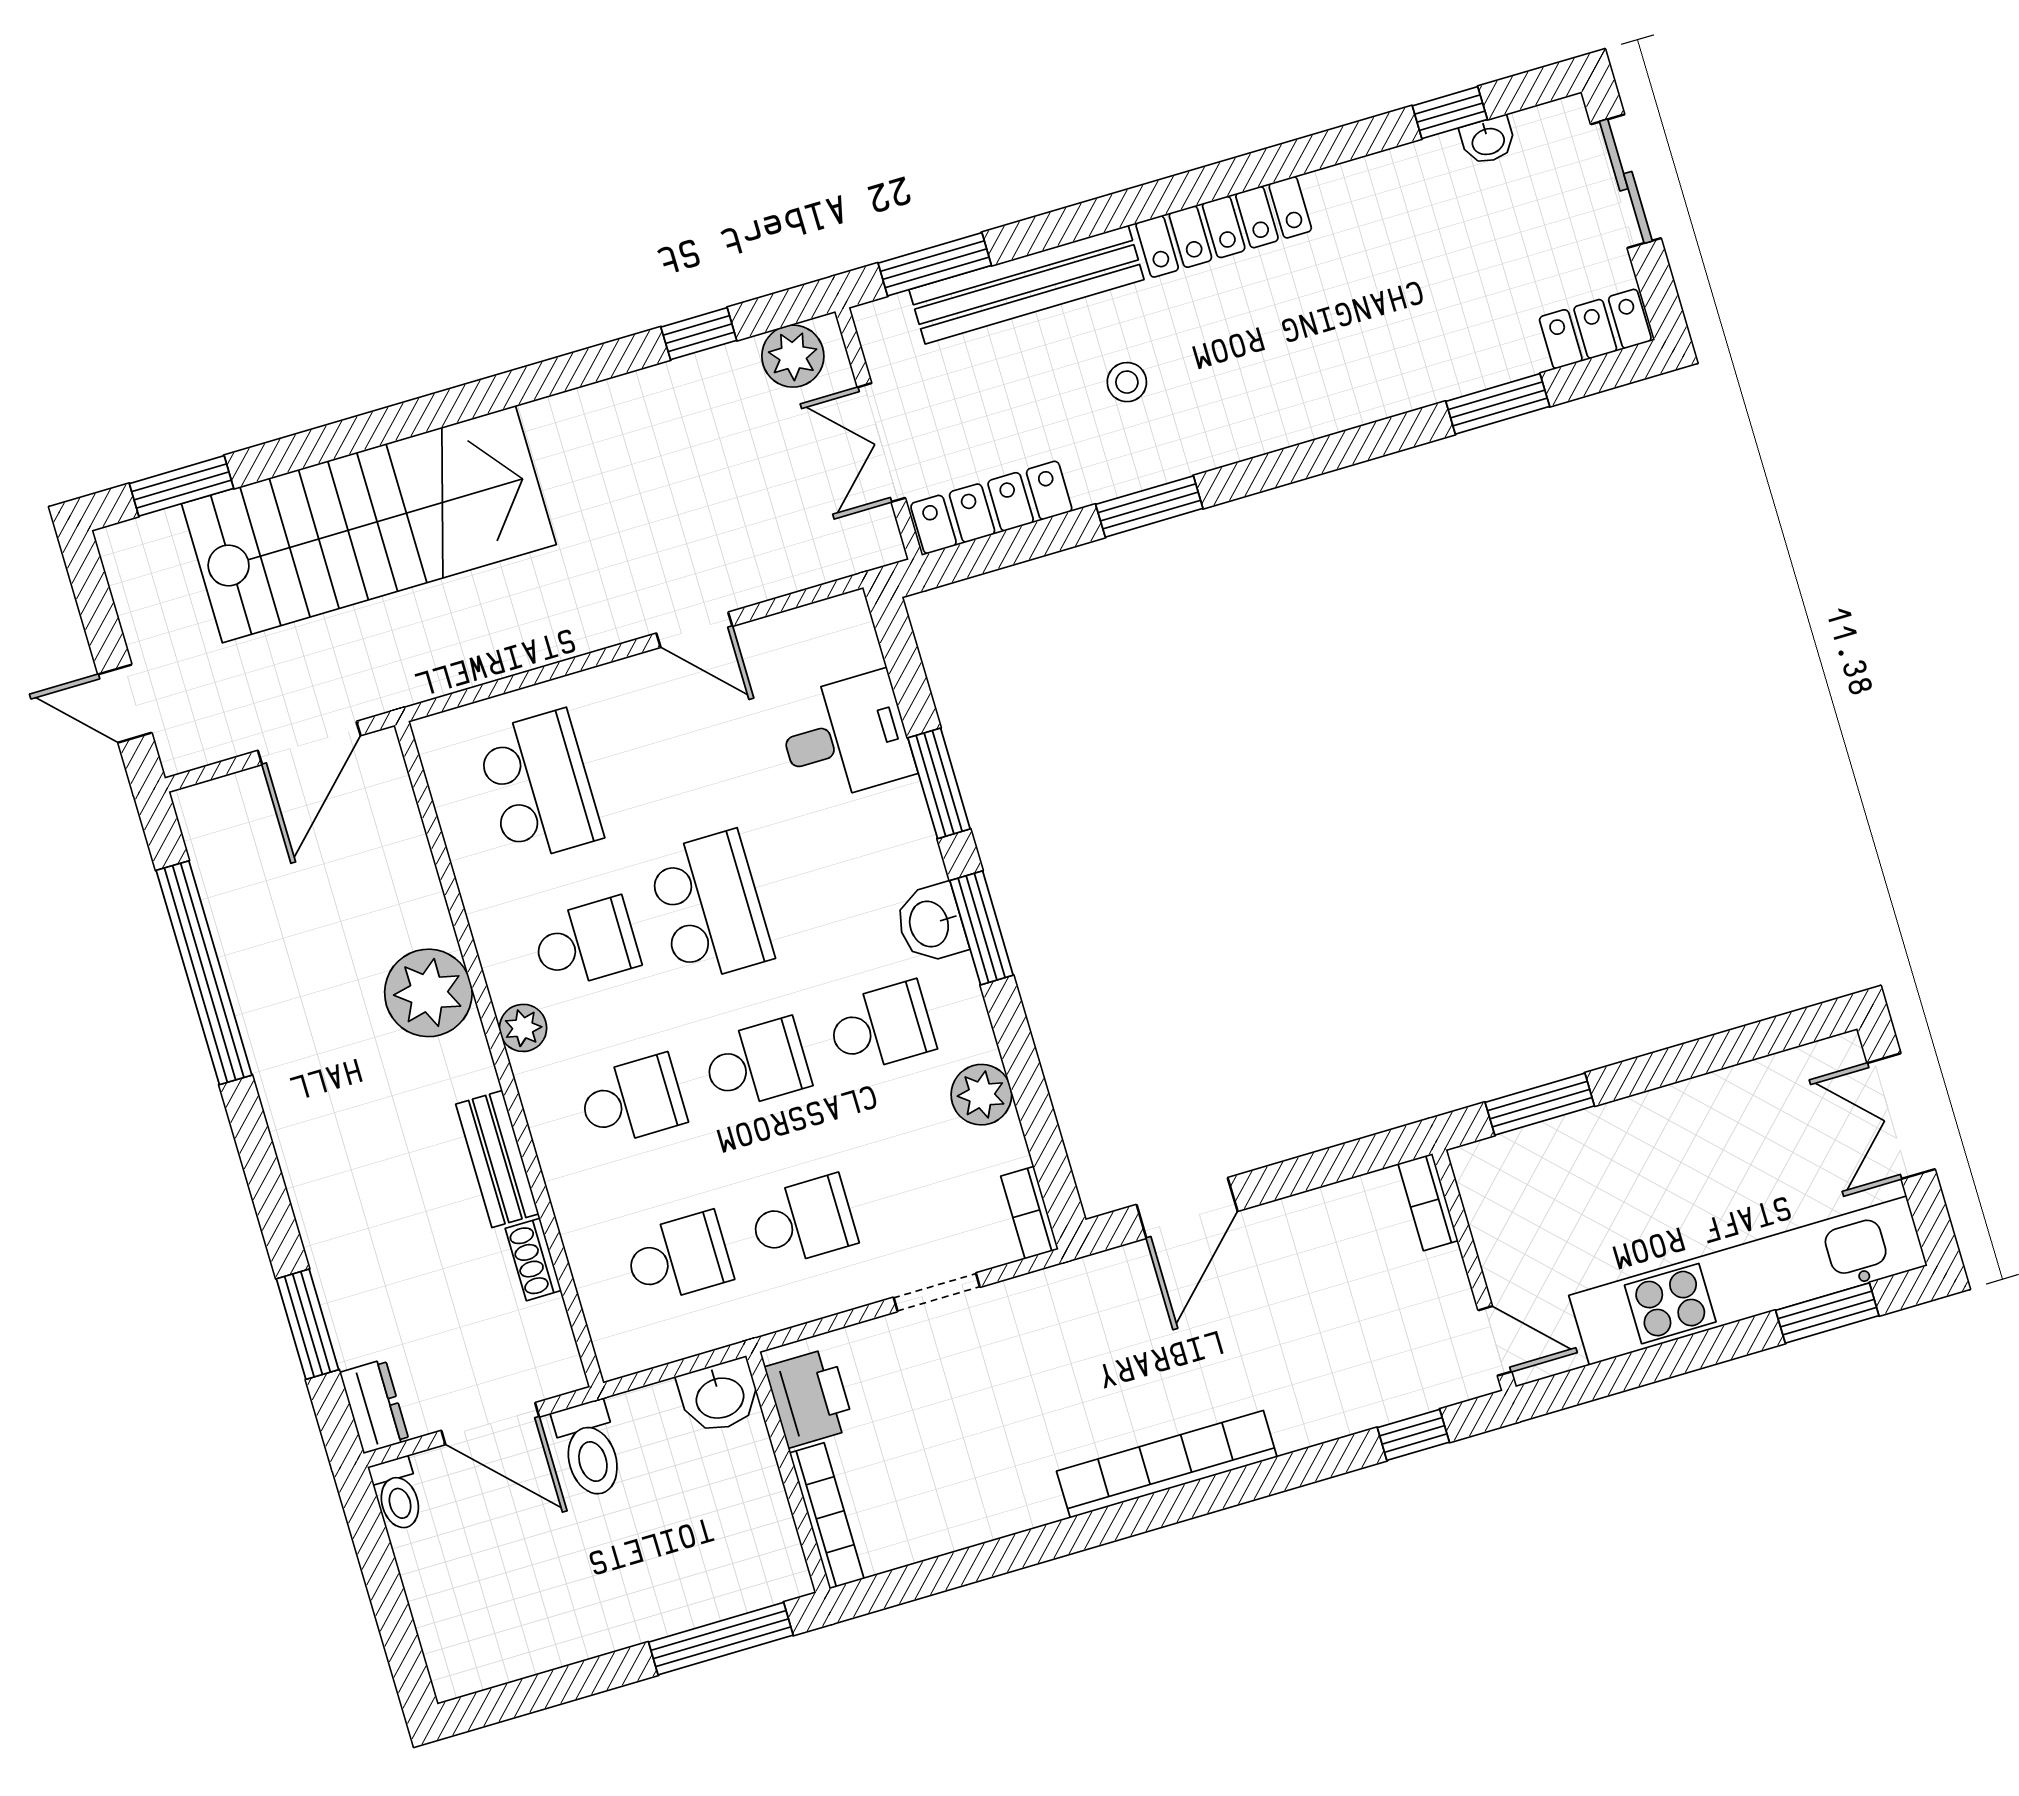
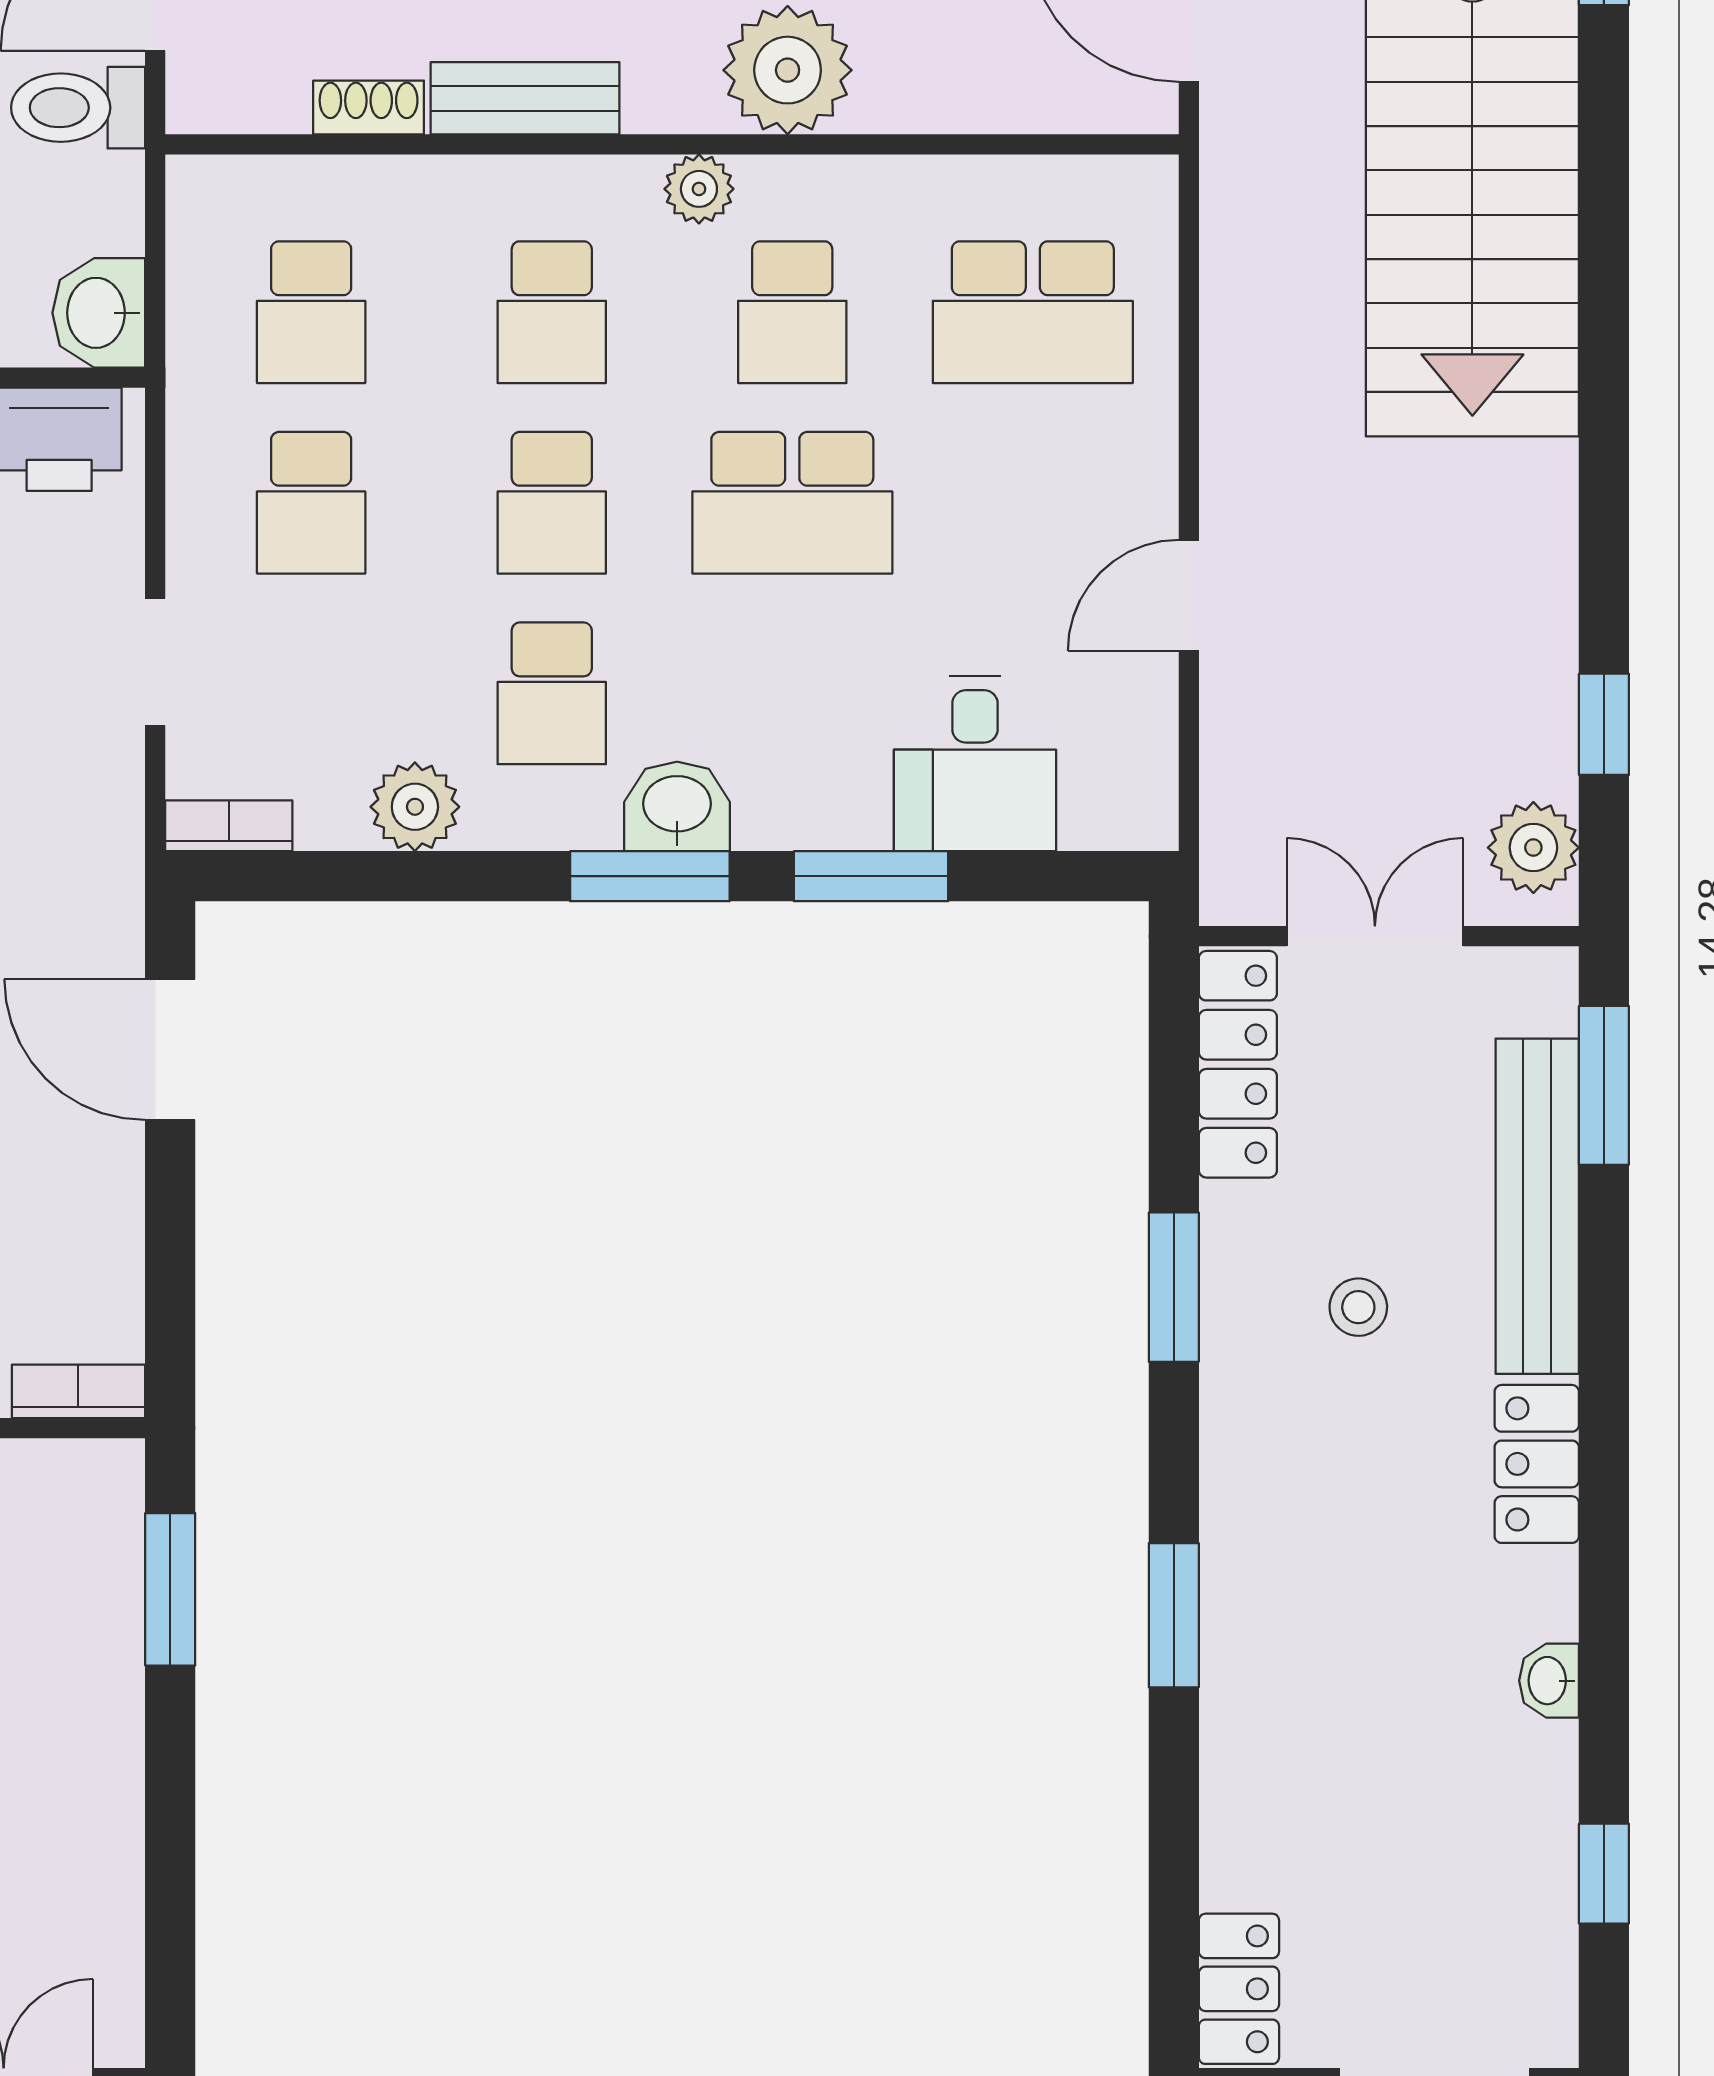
washbasin: (1488, 140) -> (1549, 1681), moved
locker: (1224, 227) -> (1537, 1464), width x0.66
window: (1498, 404) -> (1174, 1615), moved

